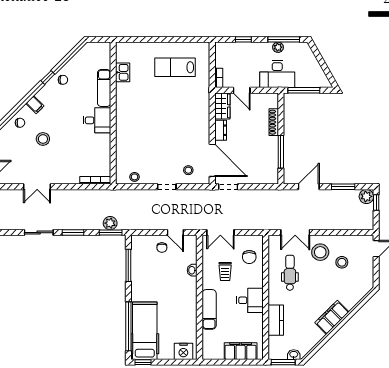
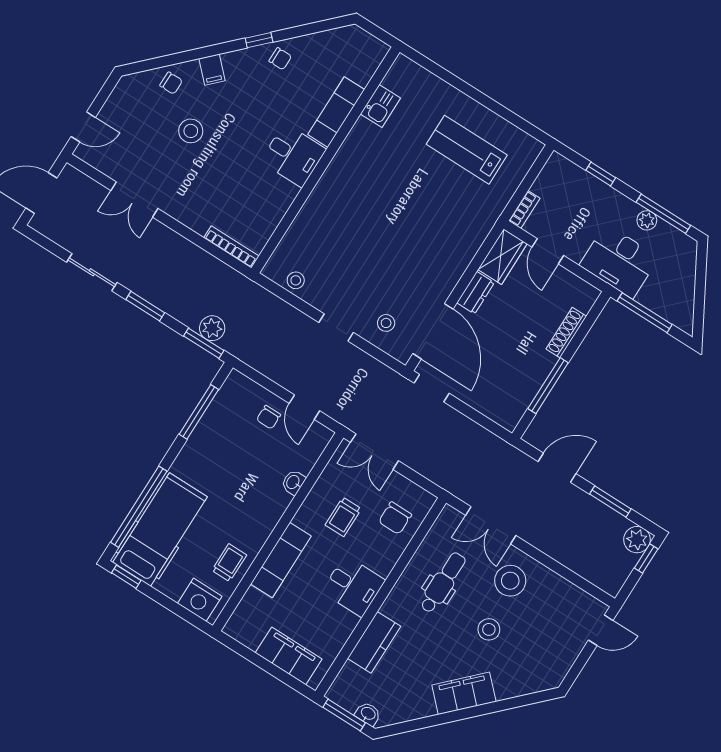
stool: (342, 262) -> (489, 629), moved
trolley: (186, 326) -> (229, 563), added

